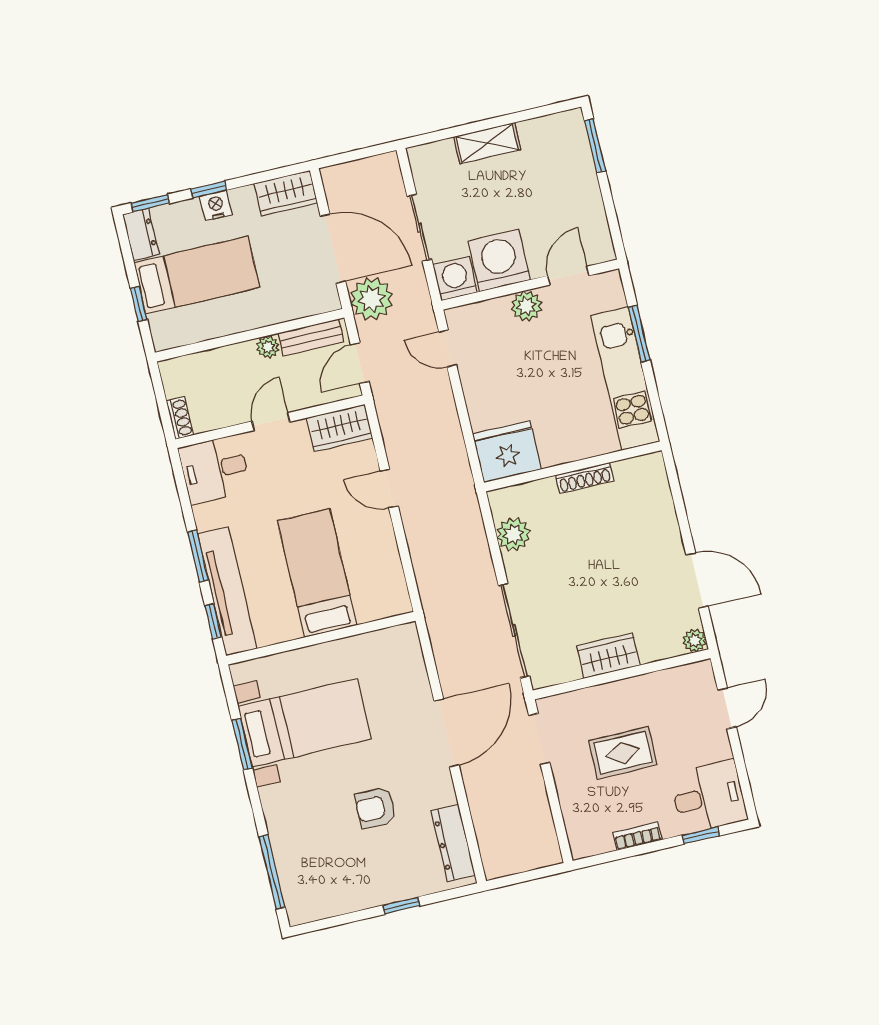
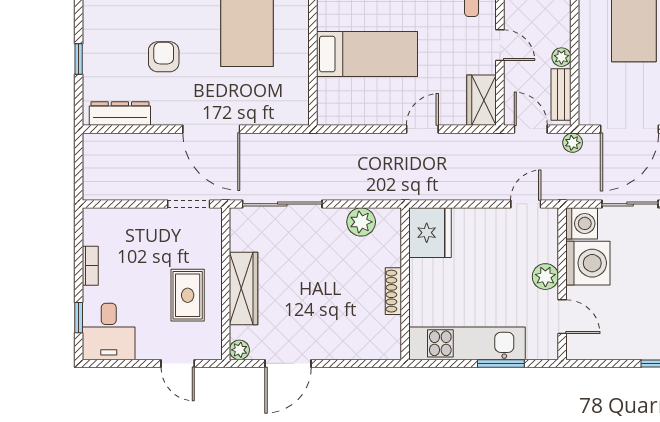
plant: (371, 299) -> (573, 143), width x0.53, depth x0.53
wardrobe: (608, 656) -> (244, 289), width x1.50
rug: (623, 753) -> (188, 295), moved

